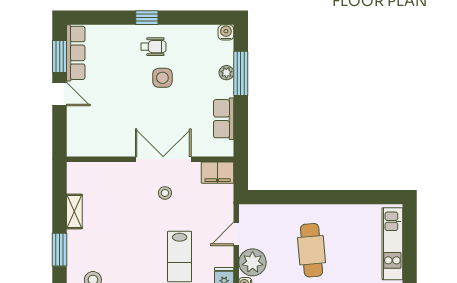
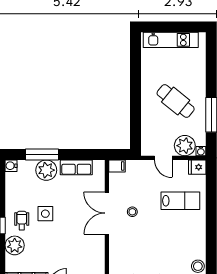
plant: (120, 37) -> (15, 245), added
plant: (226, 73) -> (46, 170), width x1.88, depth x1.88
filing cabinet: (218, 173) -> (117, 166), width x0.50
cafe table: (312, 250) -> (176, 101), turned 44

